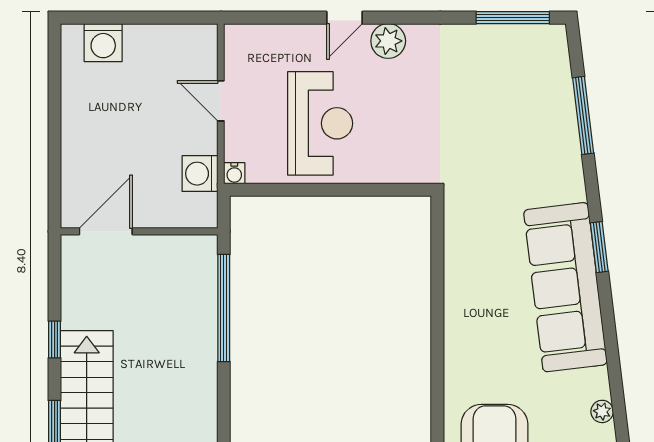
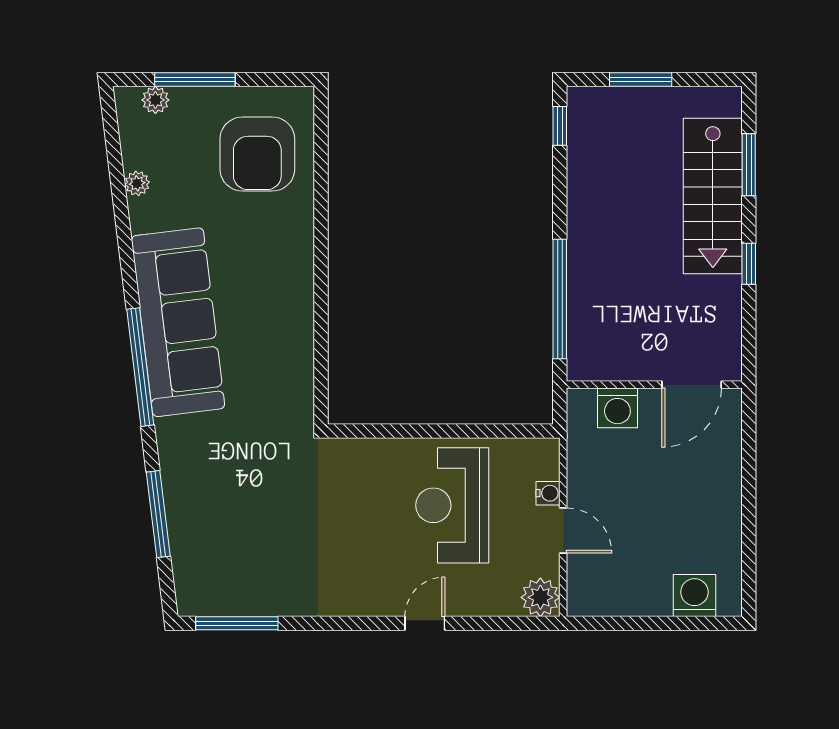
plant: (388, 41) -> (540, 597), moved
water cooler: (234, 173) -> (548, 493), moved, turned 90
washing machine: (200, 174) -> (617, 408), moved, turned 90
window: (599, 247) -> (140, 367), width x2.11

